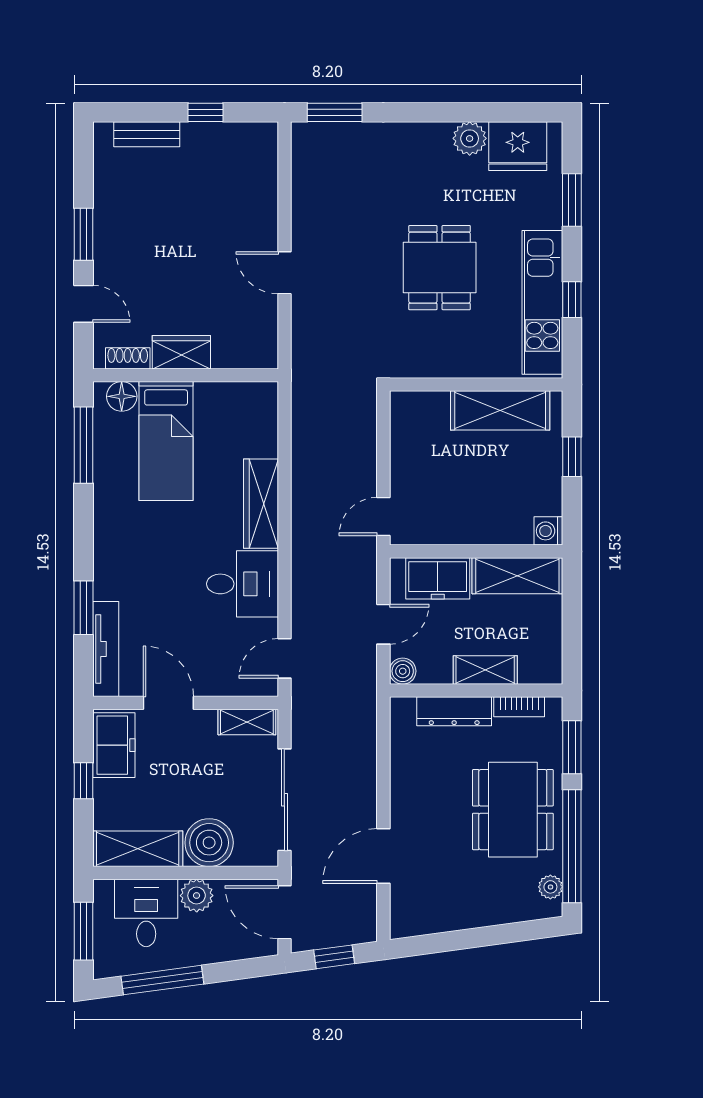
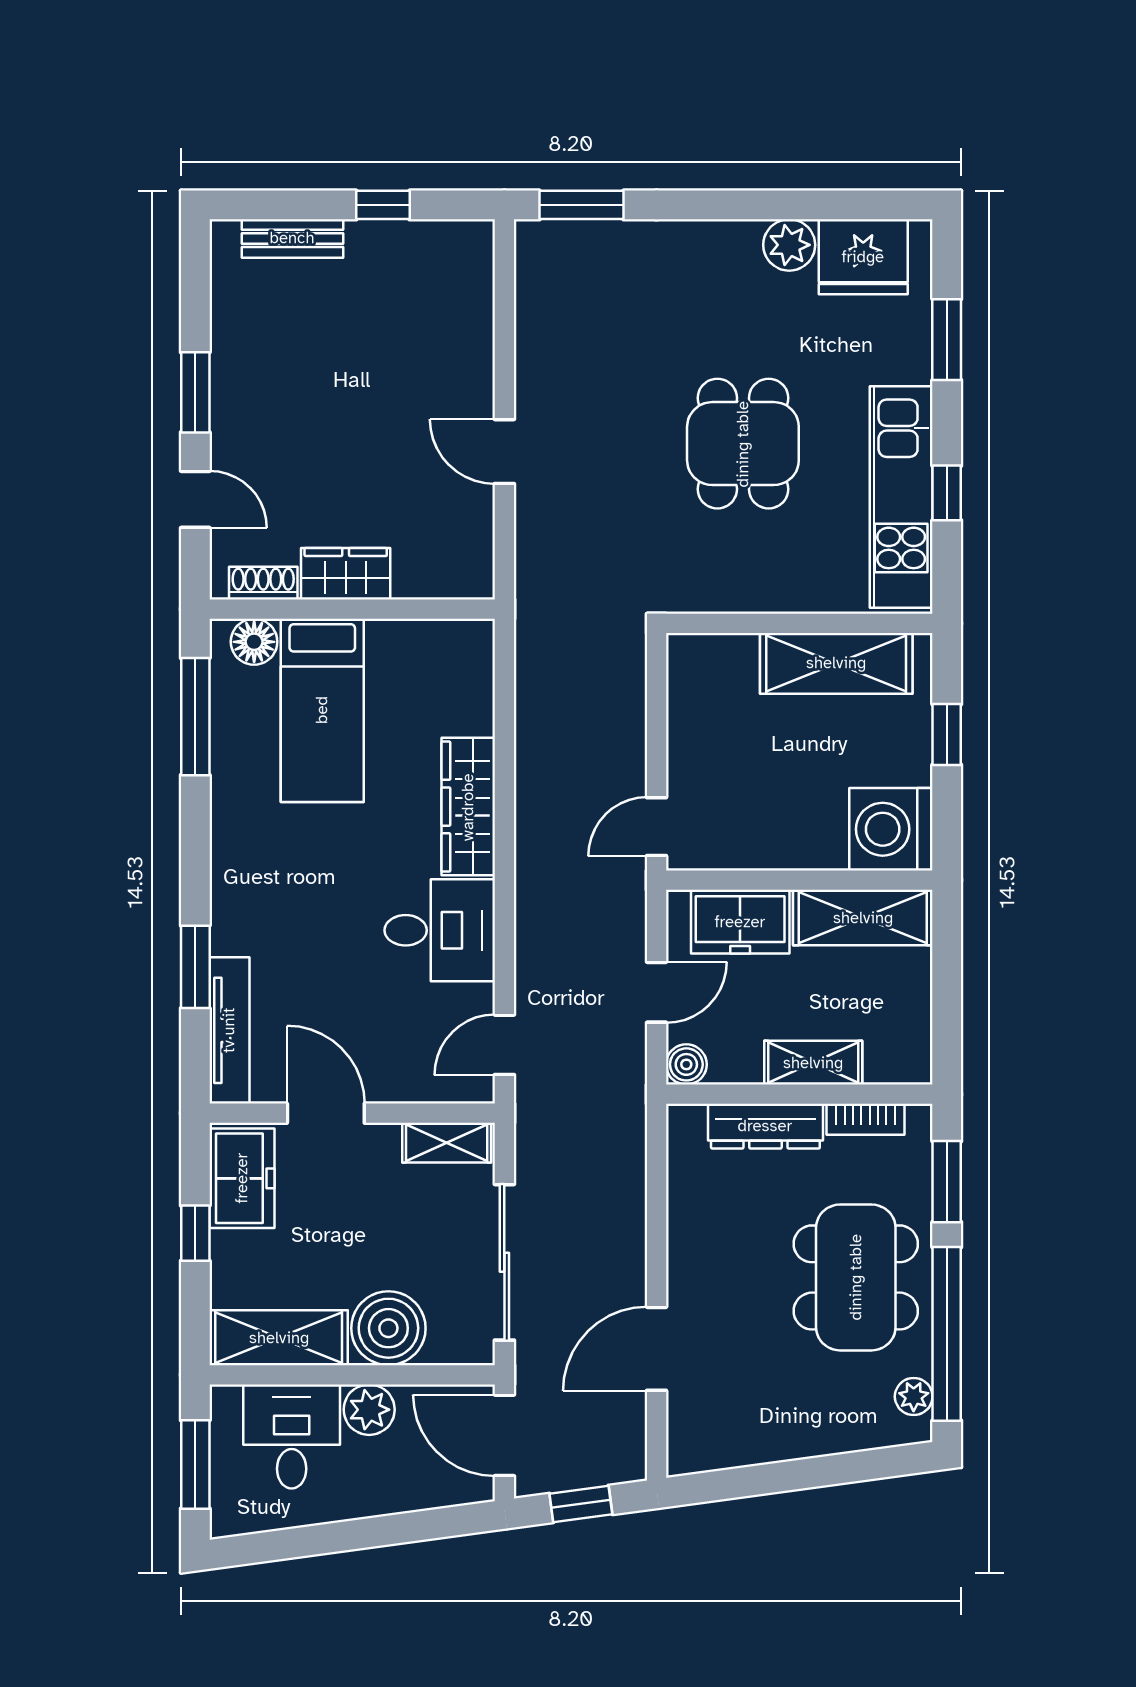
washing machine: (548, 531) -> (891, 829), width x1.89, depth x1.89
window: (162, 980) -> (316, 1540), removed

